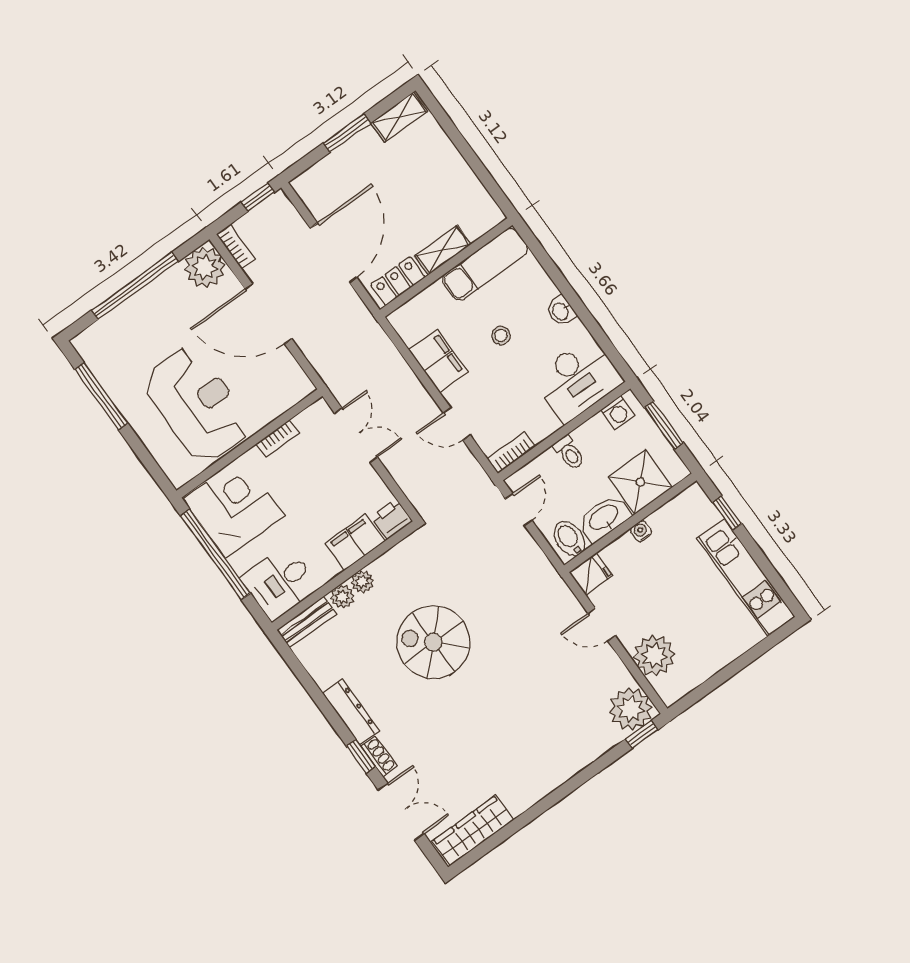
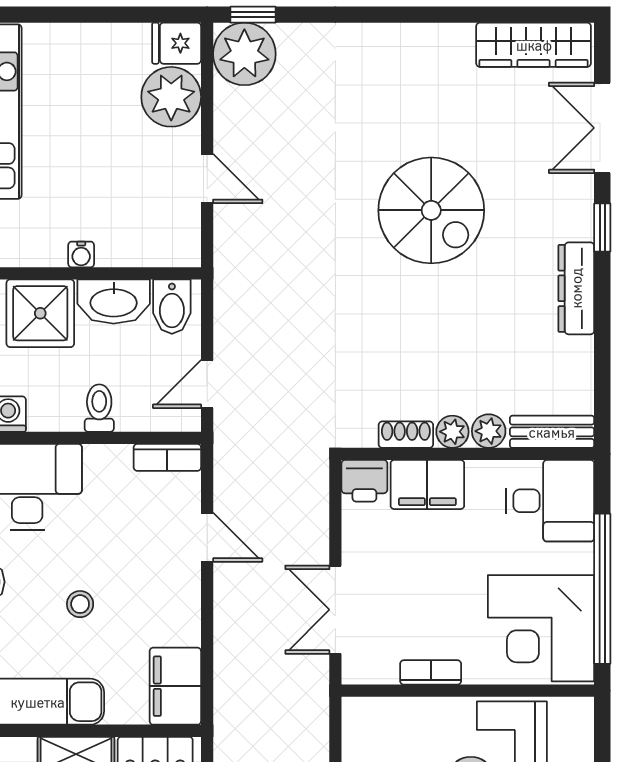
filing cabinet: (438, 361) -> (175, 686), moved
fridge: (591, 574) -> (177, 43), moved
spiral stairs: (433, 642) -> (431, 210), moved
shoe rack: (379, 756) -> (406, 435), moved, turned 90

